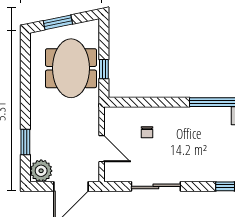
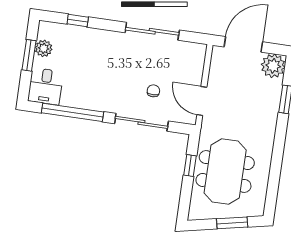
sliding door: (154, 102) -> (141, 122), added
door: (102, 149) -> (202, 101), moved

